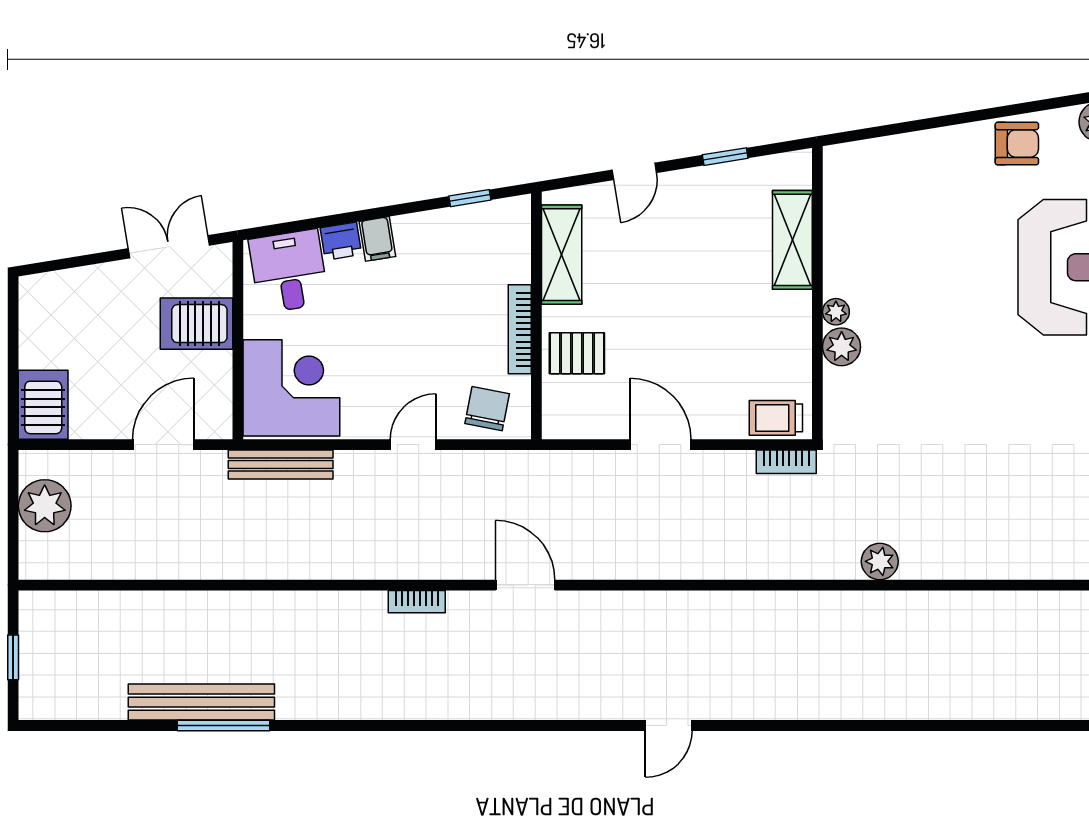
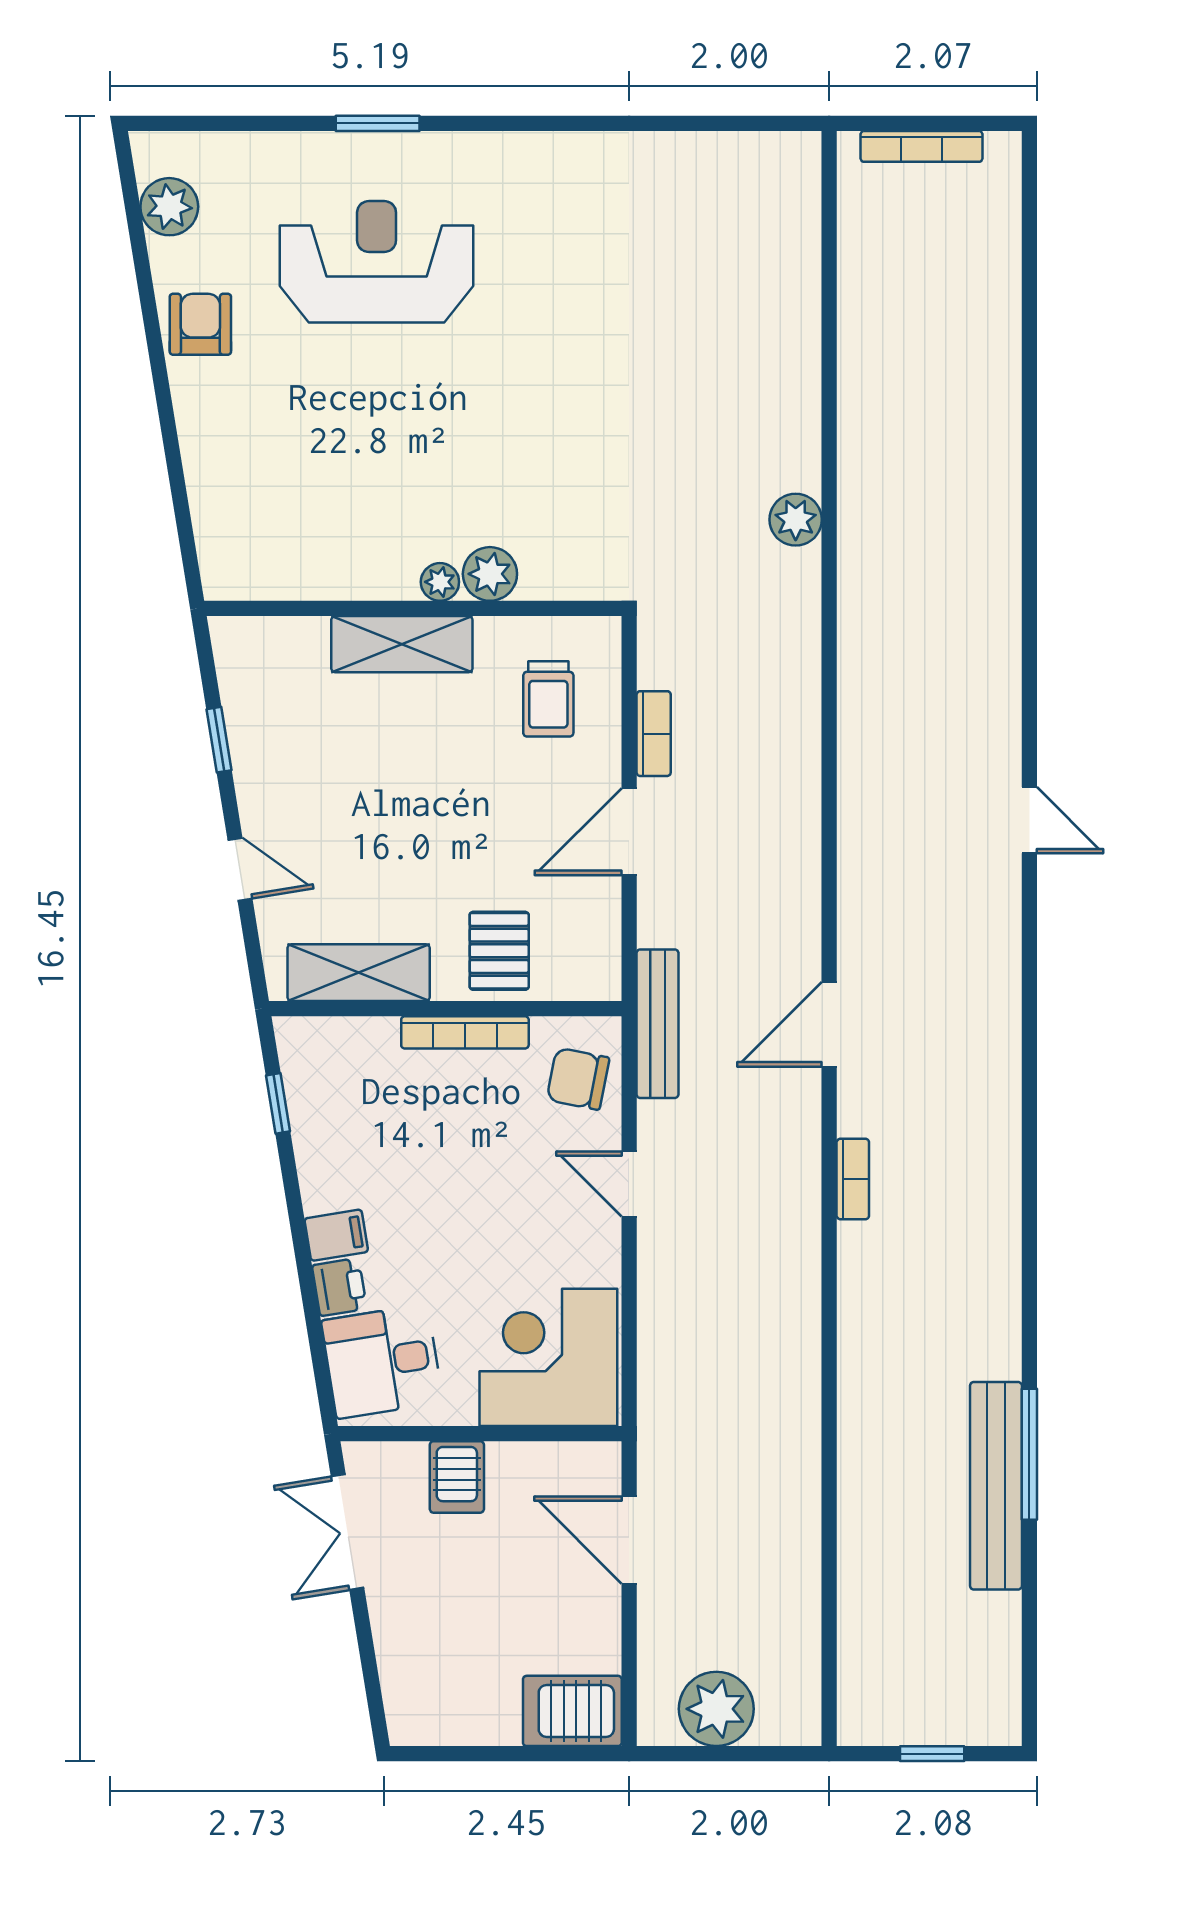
shelving: (792, 240) -> (402, 644), moved
server rack: (197, 324) -> (457, 1477), width x0.73, depth x0.70
trolley: (776, 418) -> (548, 699), moved
bookcase: (786, 462) -> (654, 734), moved
bench: (281, 464) -> (657, 1024), moved

